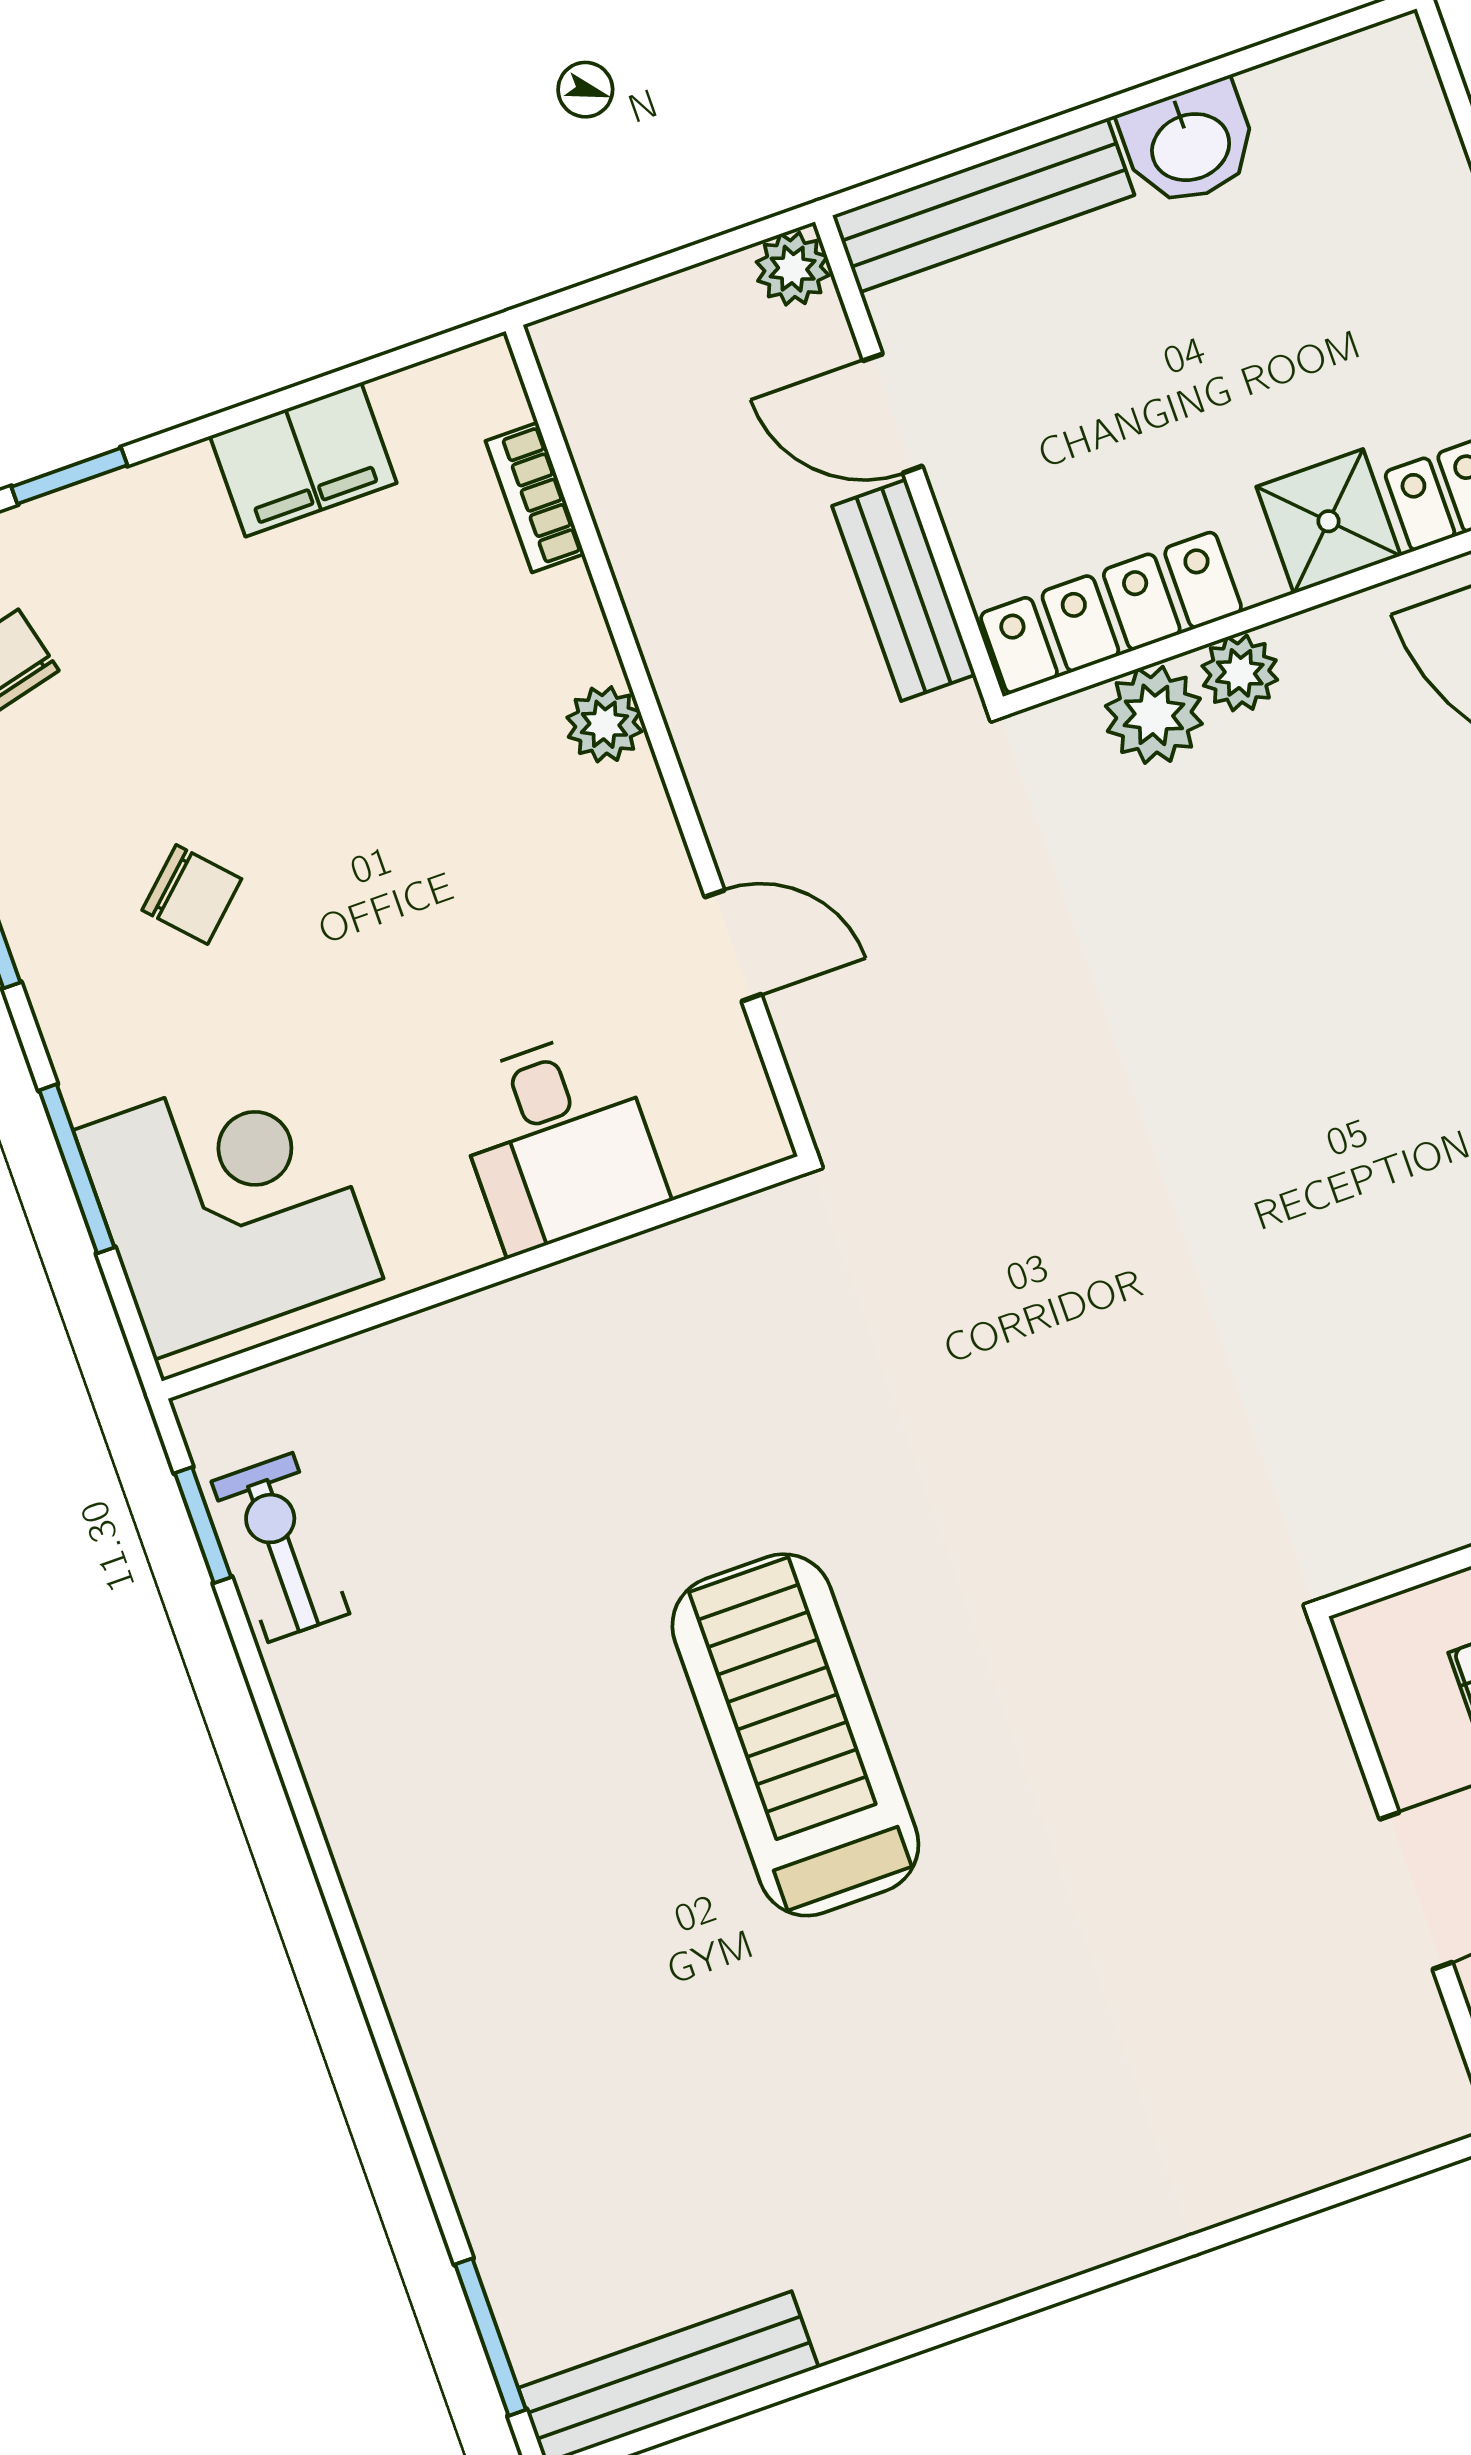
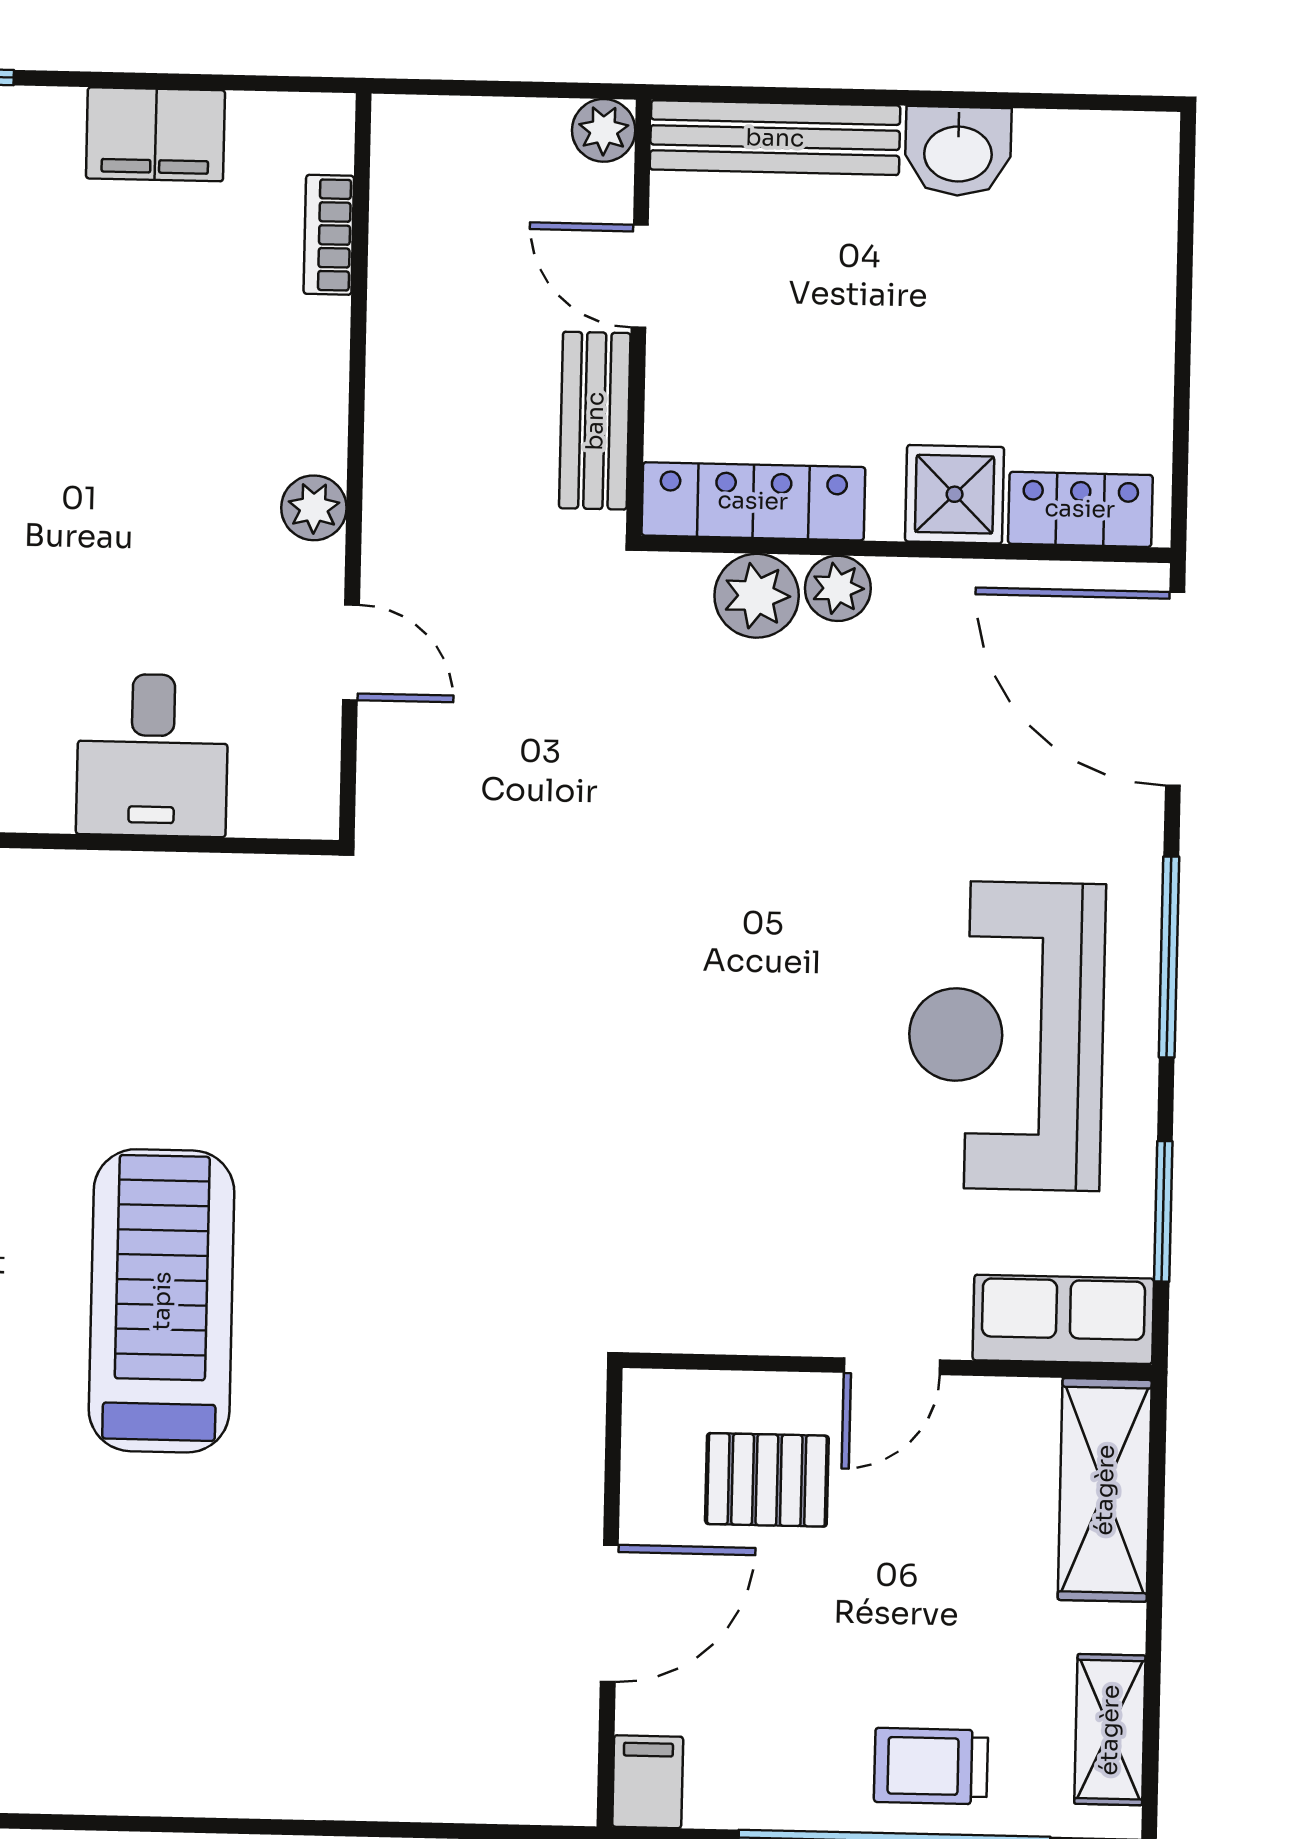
plant: (604, 724) -> (314, 508), moved

